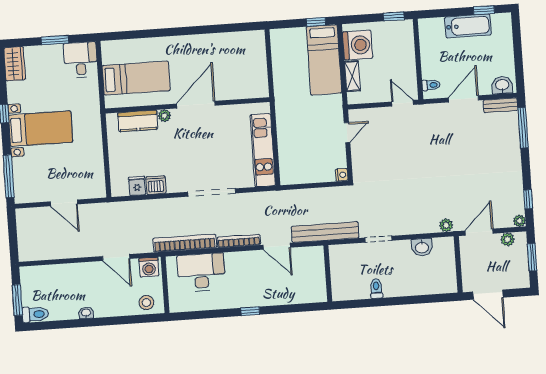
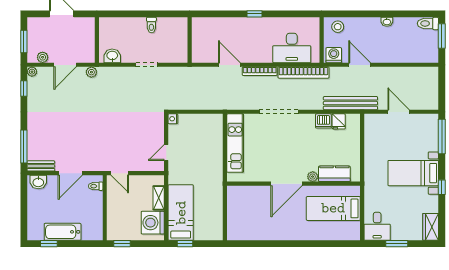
bench: (325, 232) -> (350, 103), moved
wall: (458, 264) -> (97, 40), moved

